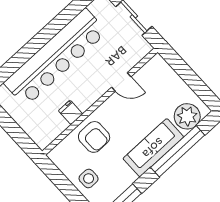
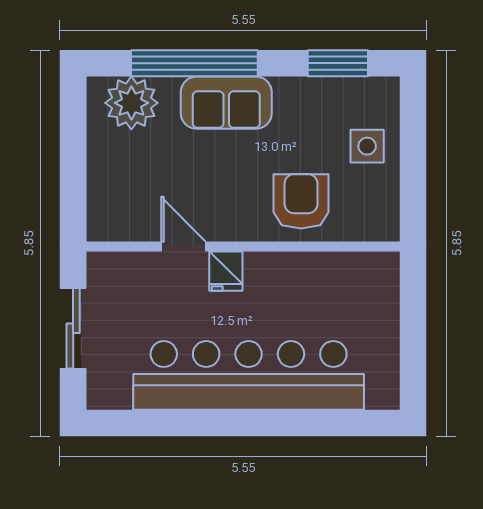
fridge: (71, 112) -> (226, 271), moved
sofa: (153, 148) -> (226, 103), width x0.73

